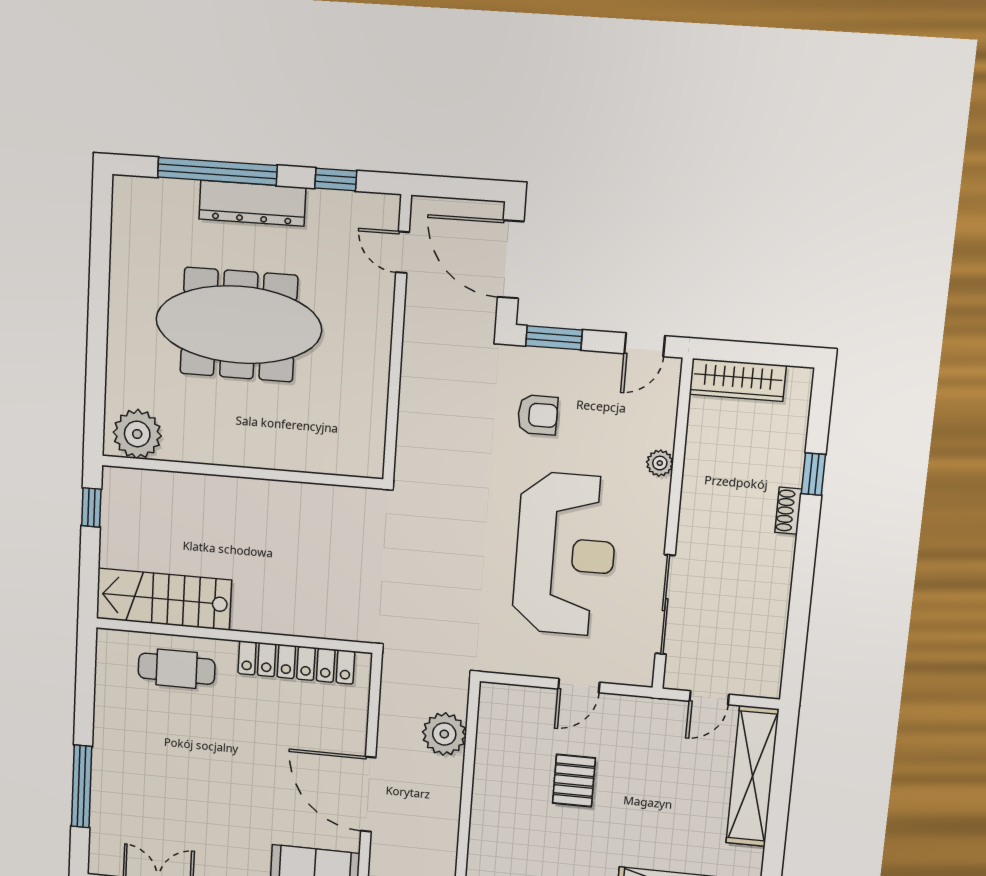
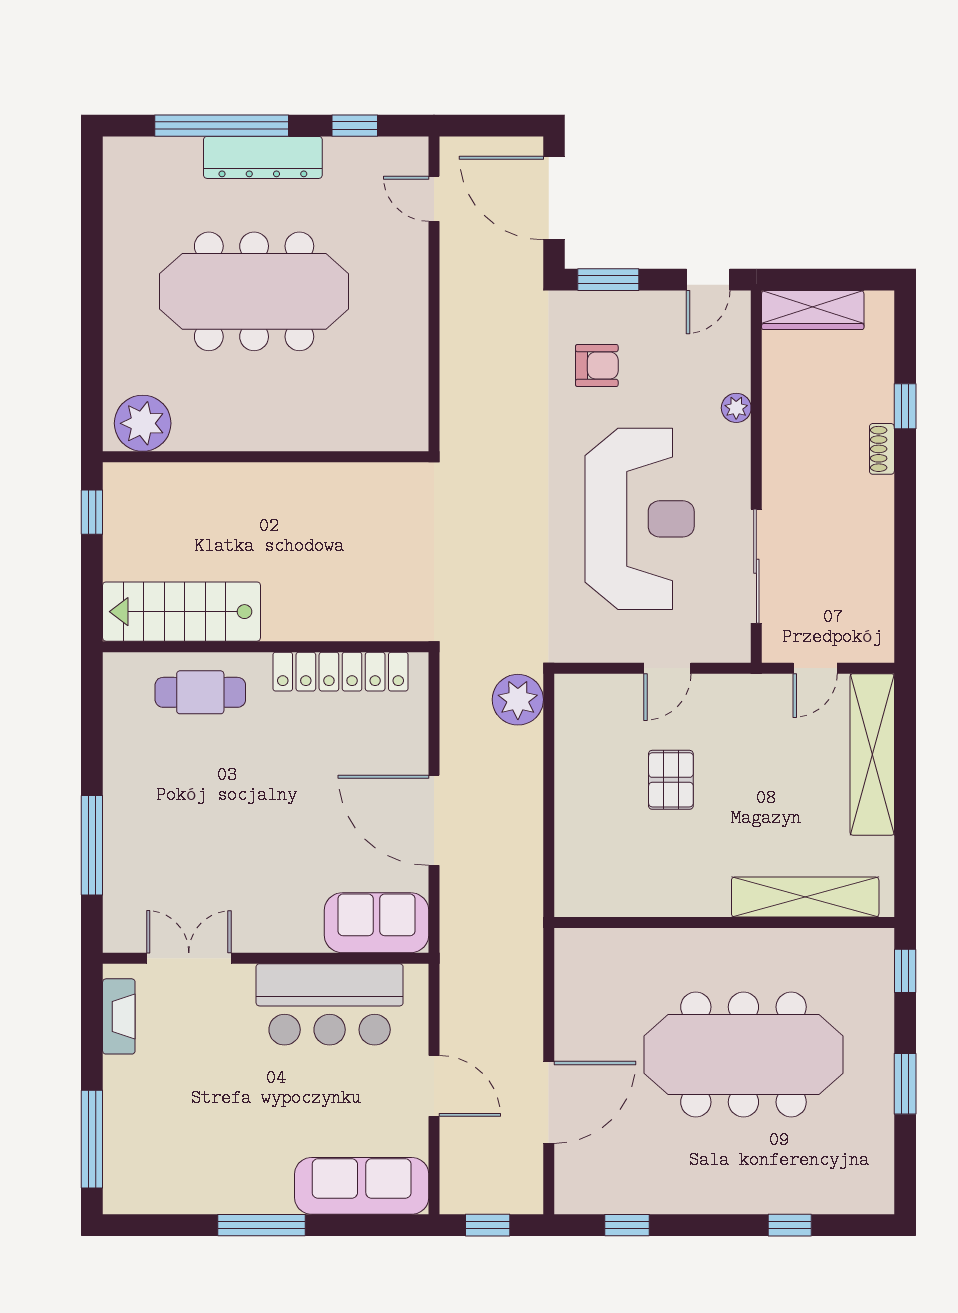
plant: (444, 734) -> (518, 700), moved

